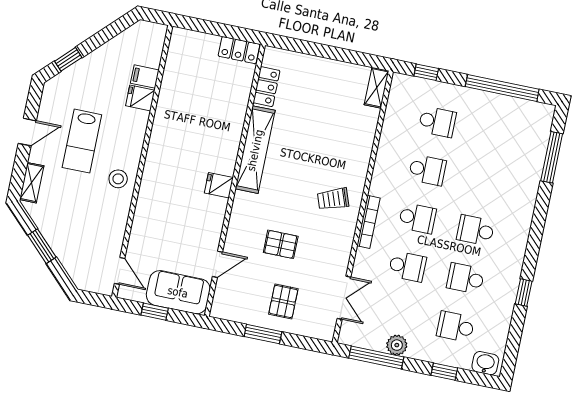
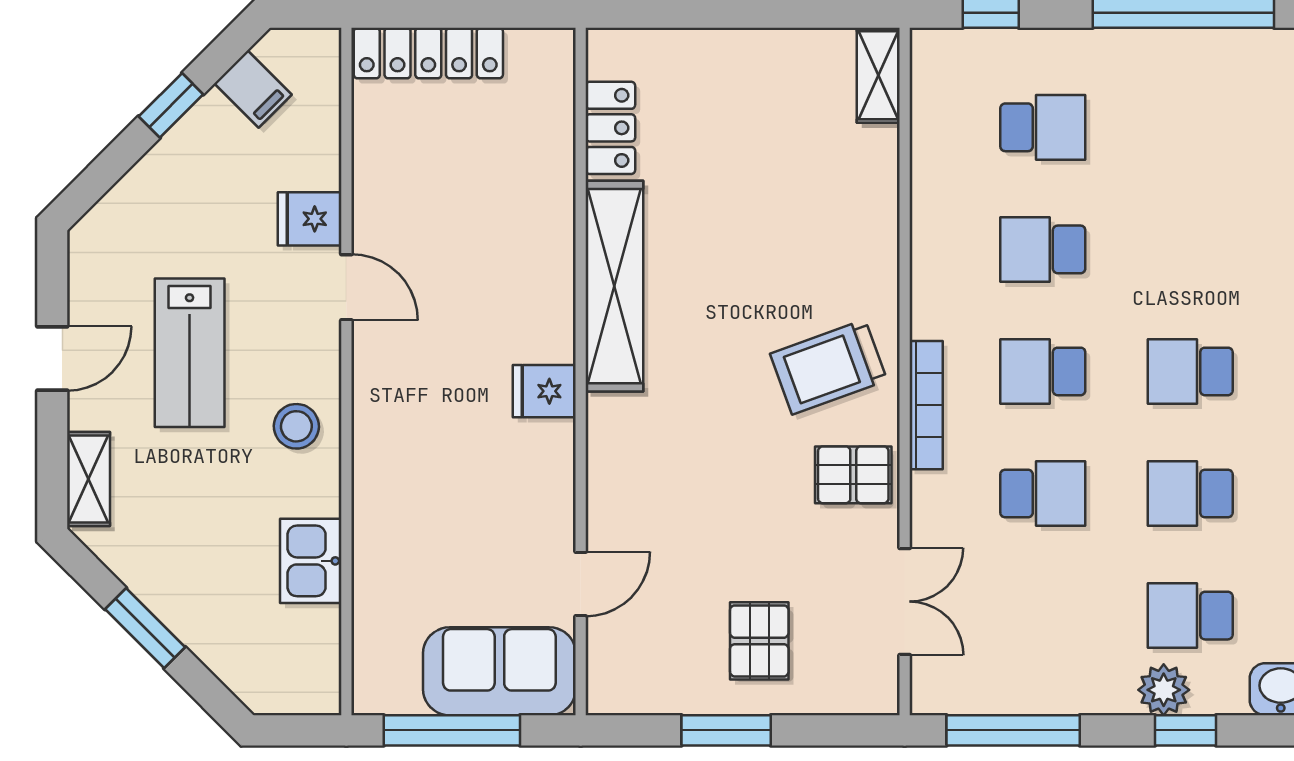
locker: (239, 50) -> (428, 53), moved, width x1.53
window: (68, 59) -> (171, 105), moved
filing cabinet: (145, 77) -> (253, 89), moved, turned -135
school desk: (427, 170) -> (1043, 249), turned 180
trolley: (333, 199) -> (829, 367), width x1.36, depth x1.39
school desk: (417, 218) -> (1043, 371), turned 180
kitchen sink: (113, 233) -> (311, 561), added
pallet: (281, 244) -> (853, 475), moved
door: (120, 271) -> (346, 287), moved
window: (155, 312) -> (452, 730), width x2.17
plant: (397, 345) -> (1164, 690), moved

